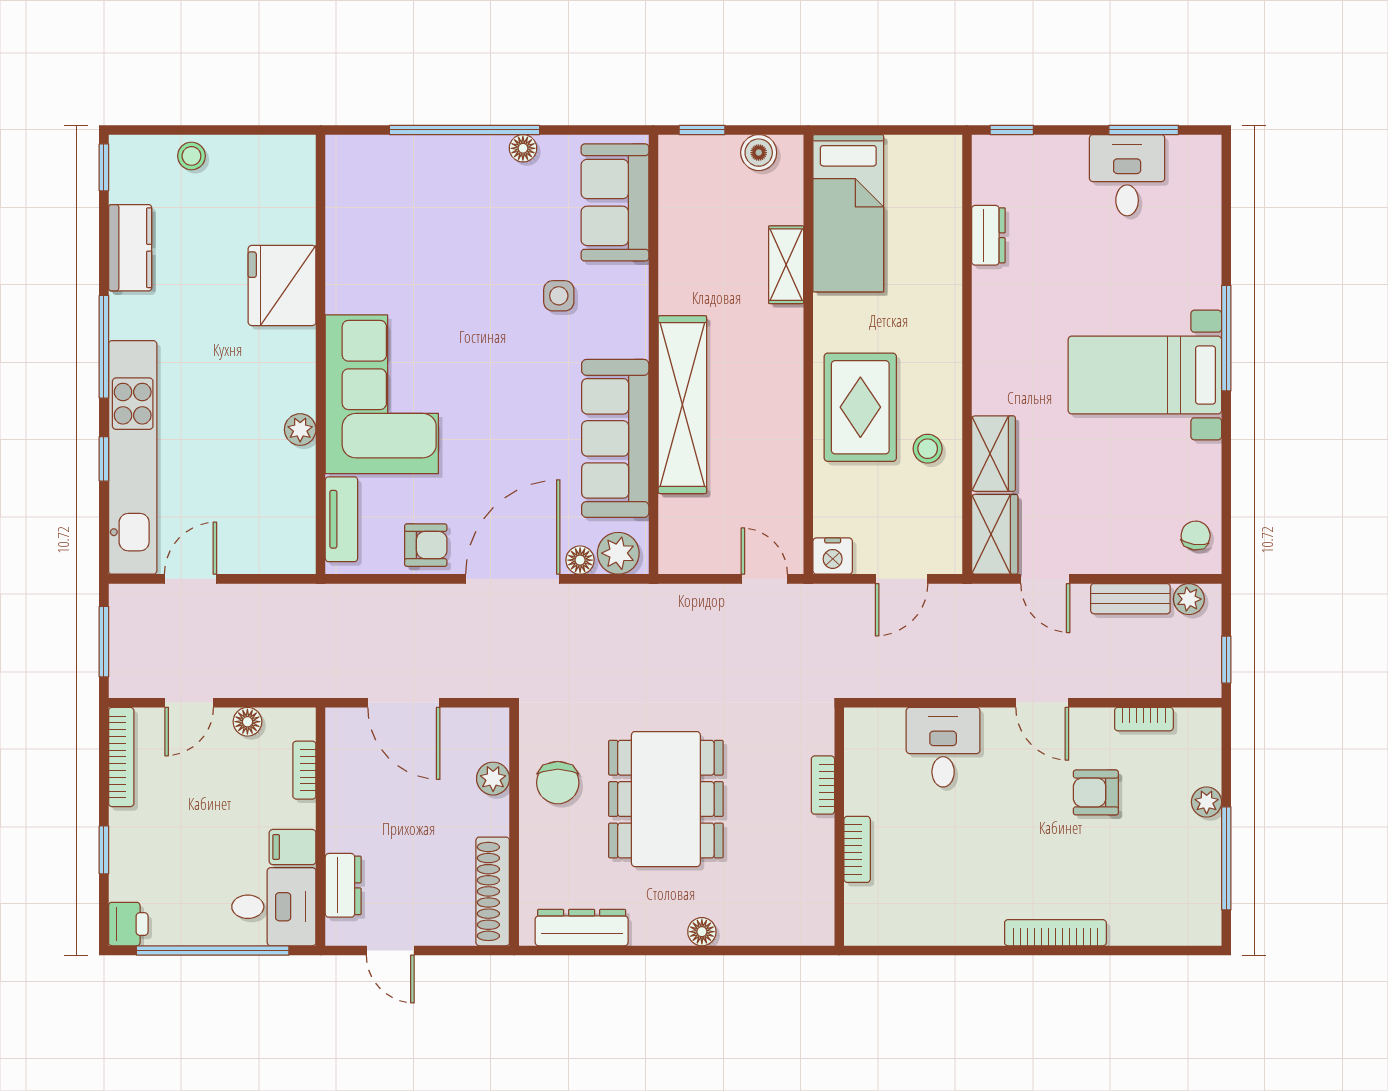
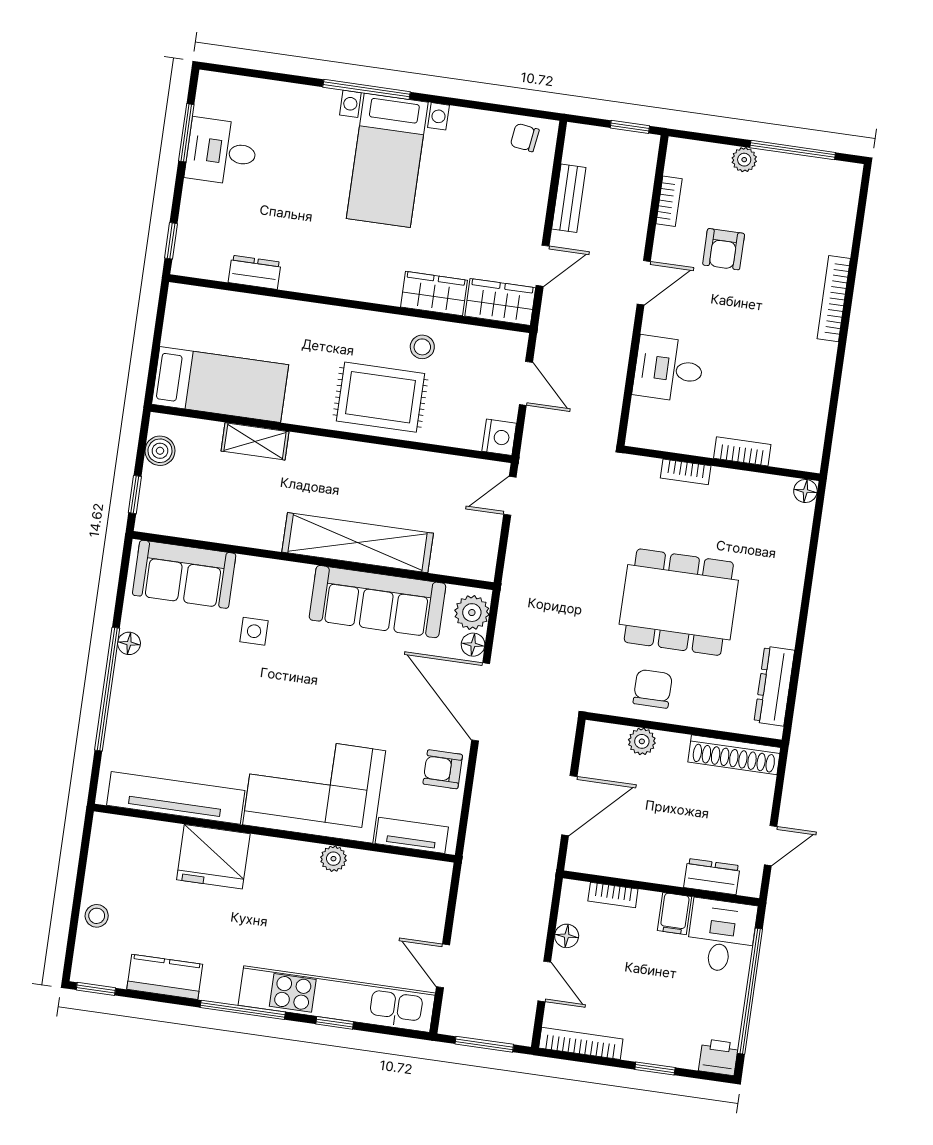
tv unit: (346, 230) -> (176, 798), added
armchair: (426, 545) -> (443, 769), turned -90
plant: (1189, 599) -> (576, 150), removed
chair: (558, 783) -> (653, 689), turned -90
floor lamp: (702, 932) -> (805, 491), moved

